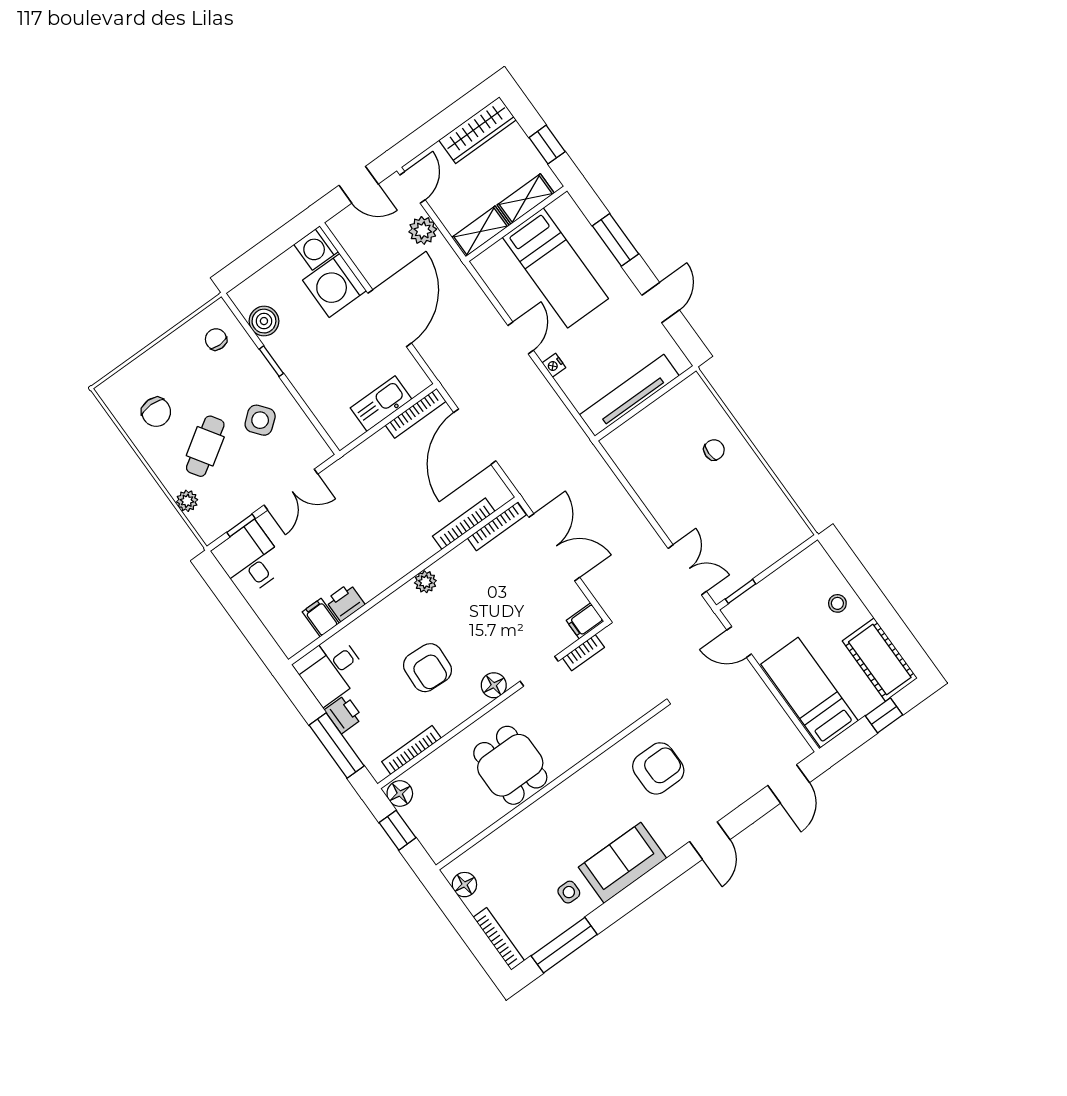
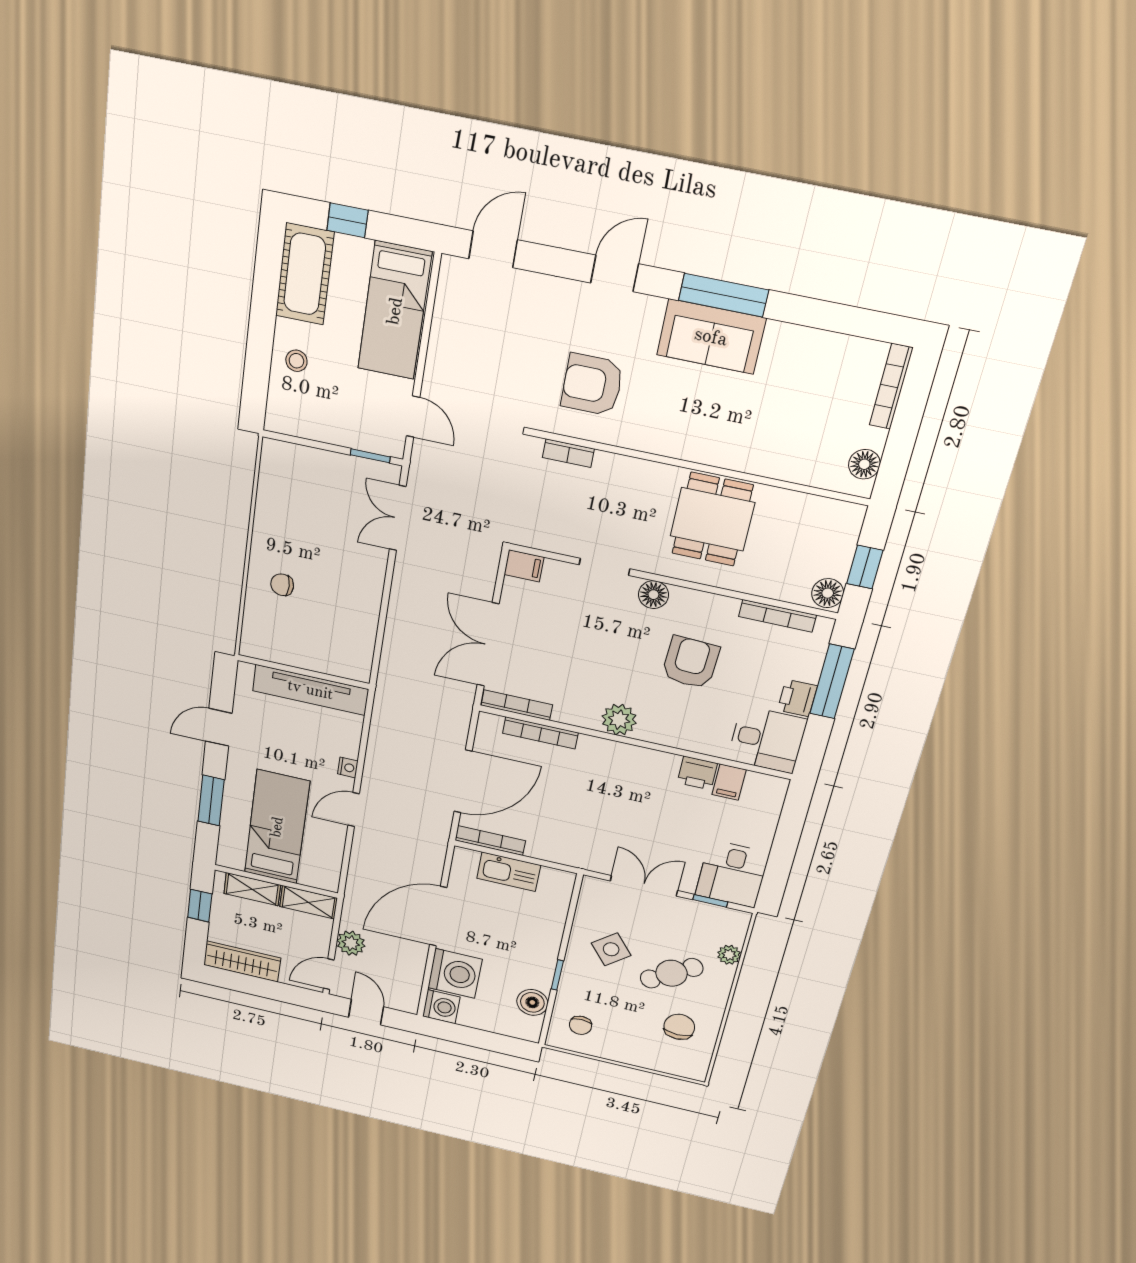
plant: (425, 582) -> (619, 720), width x1.38, depth x1.38
bookcase: (583, 653) -> (568, 453), moved, turned 180
side table: (569, 892) -> (785, 361), removed
window: (564, 945) -> (724, 295), moved

